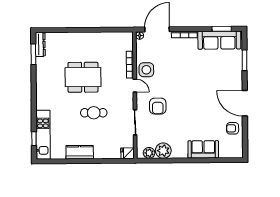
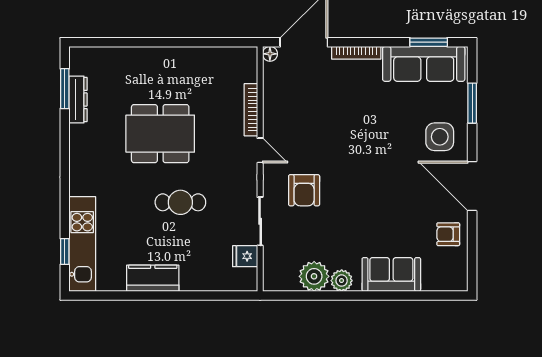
dresser: (40, 45) -> (78, 100), moved
side table: (146, 70) -> (440, 137), moved
fridge: (127, 153) -> (245, 256), moved
plant: (149, 153) -> (342, 281), moved

